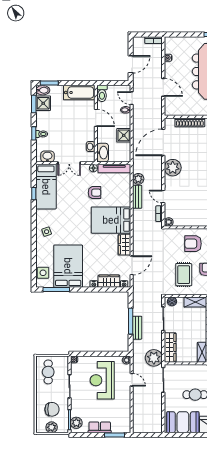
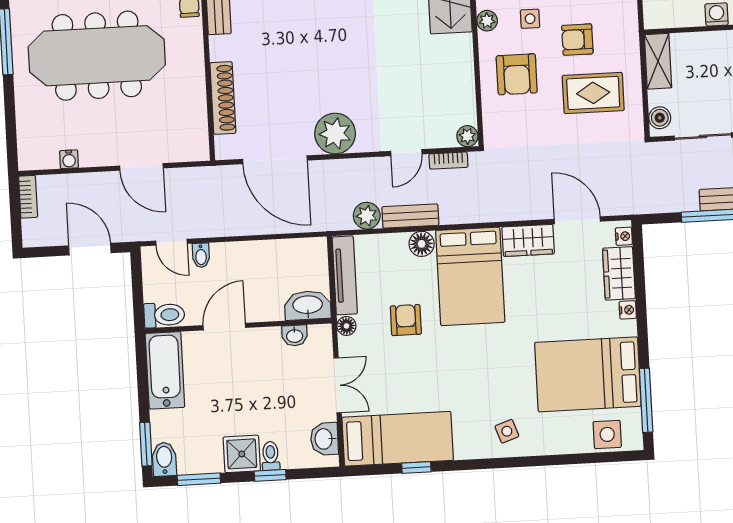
door: (163, 87) -> (142, 167), swing flipped
door: (132, 98) -> (172, 242), hinge flipped
shower: (43, 103) -> (242, 454), moved
shower: (124, 135) -> (263, 257), removed
floor lamp: (125, 201) -> (422, 244), added

